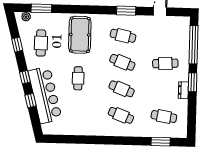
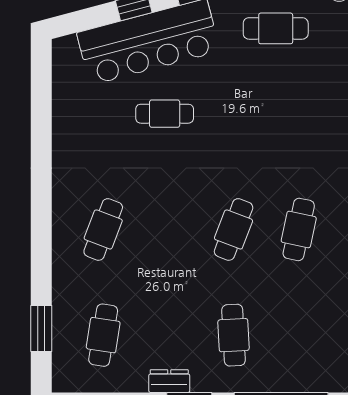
pool table: (80, 35) -> (298, 123), removed
cafe table: (78, 78) -> (165, 114), moved
cafe table: (122, 89) -> (168, 229), removed

